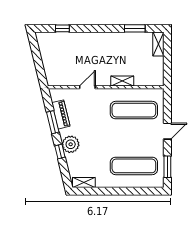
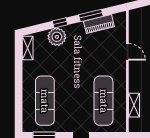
shelving: (122, 81) -> (134, 105), moved
plant: (71, 144) -> (57, 37), moved

